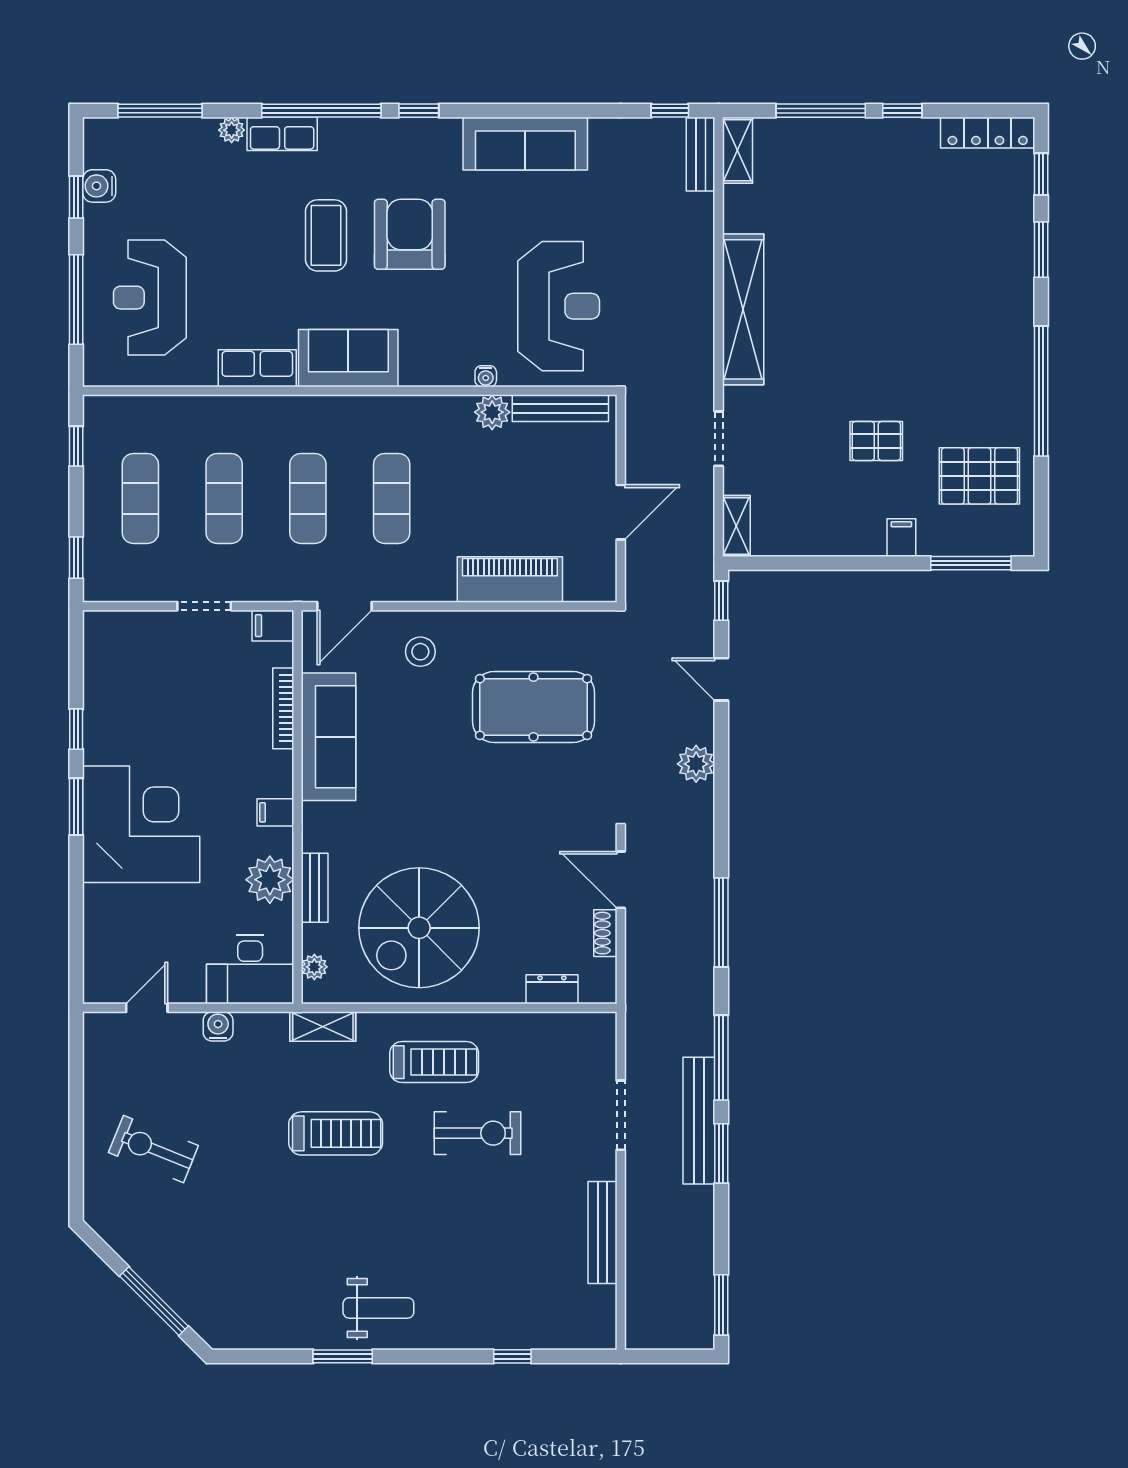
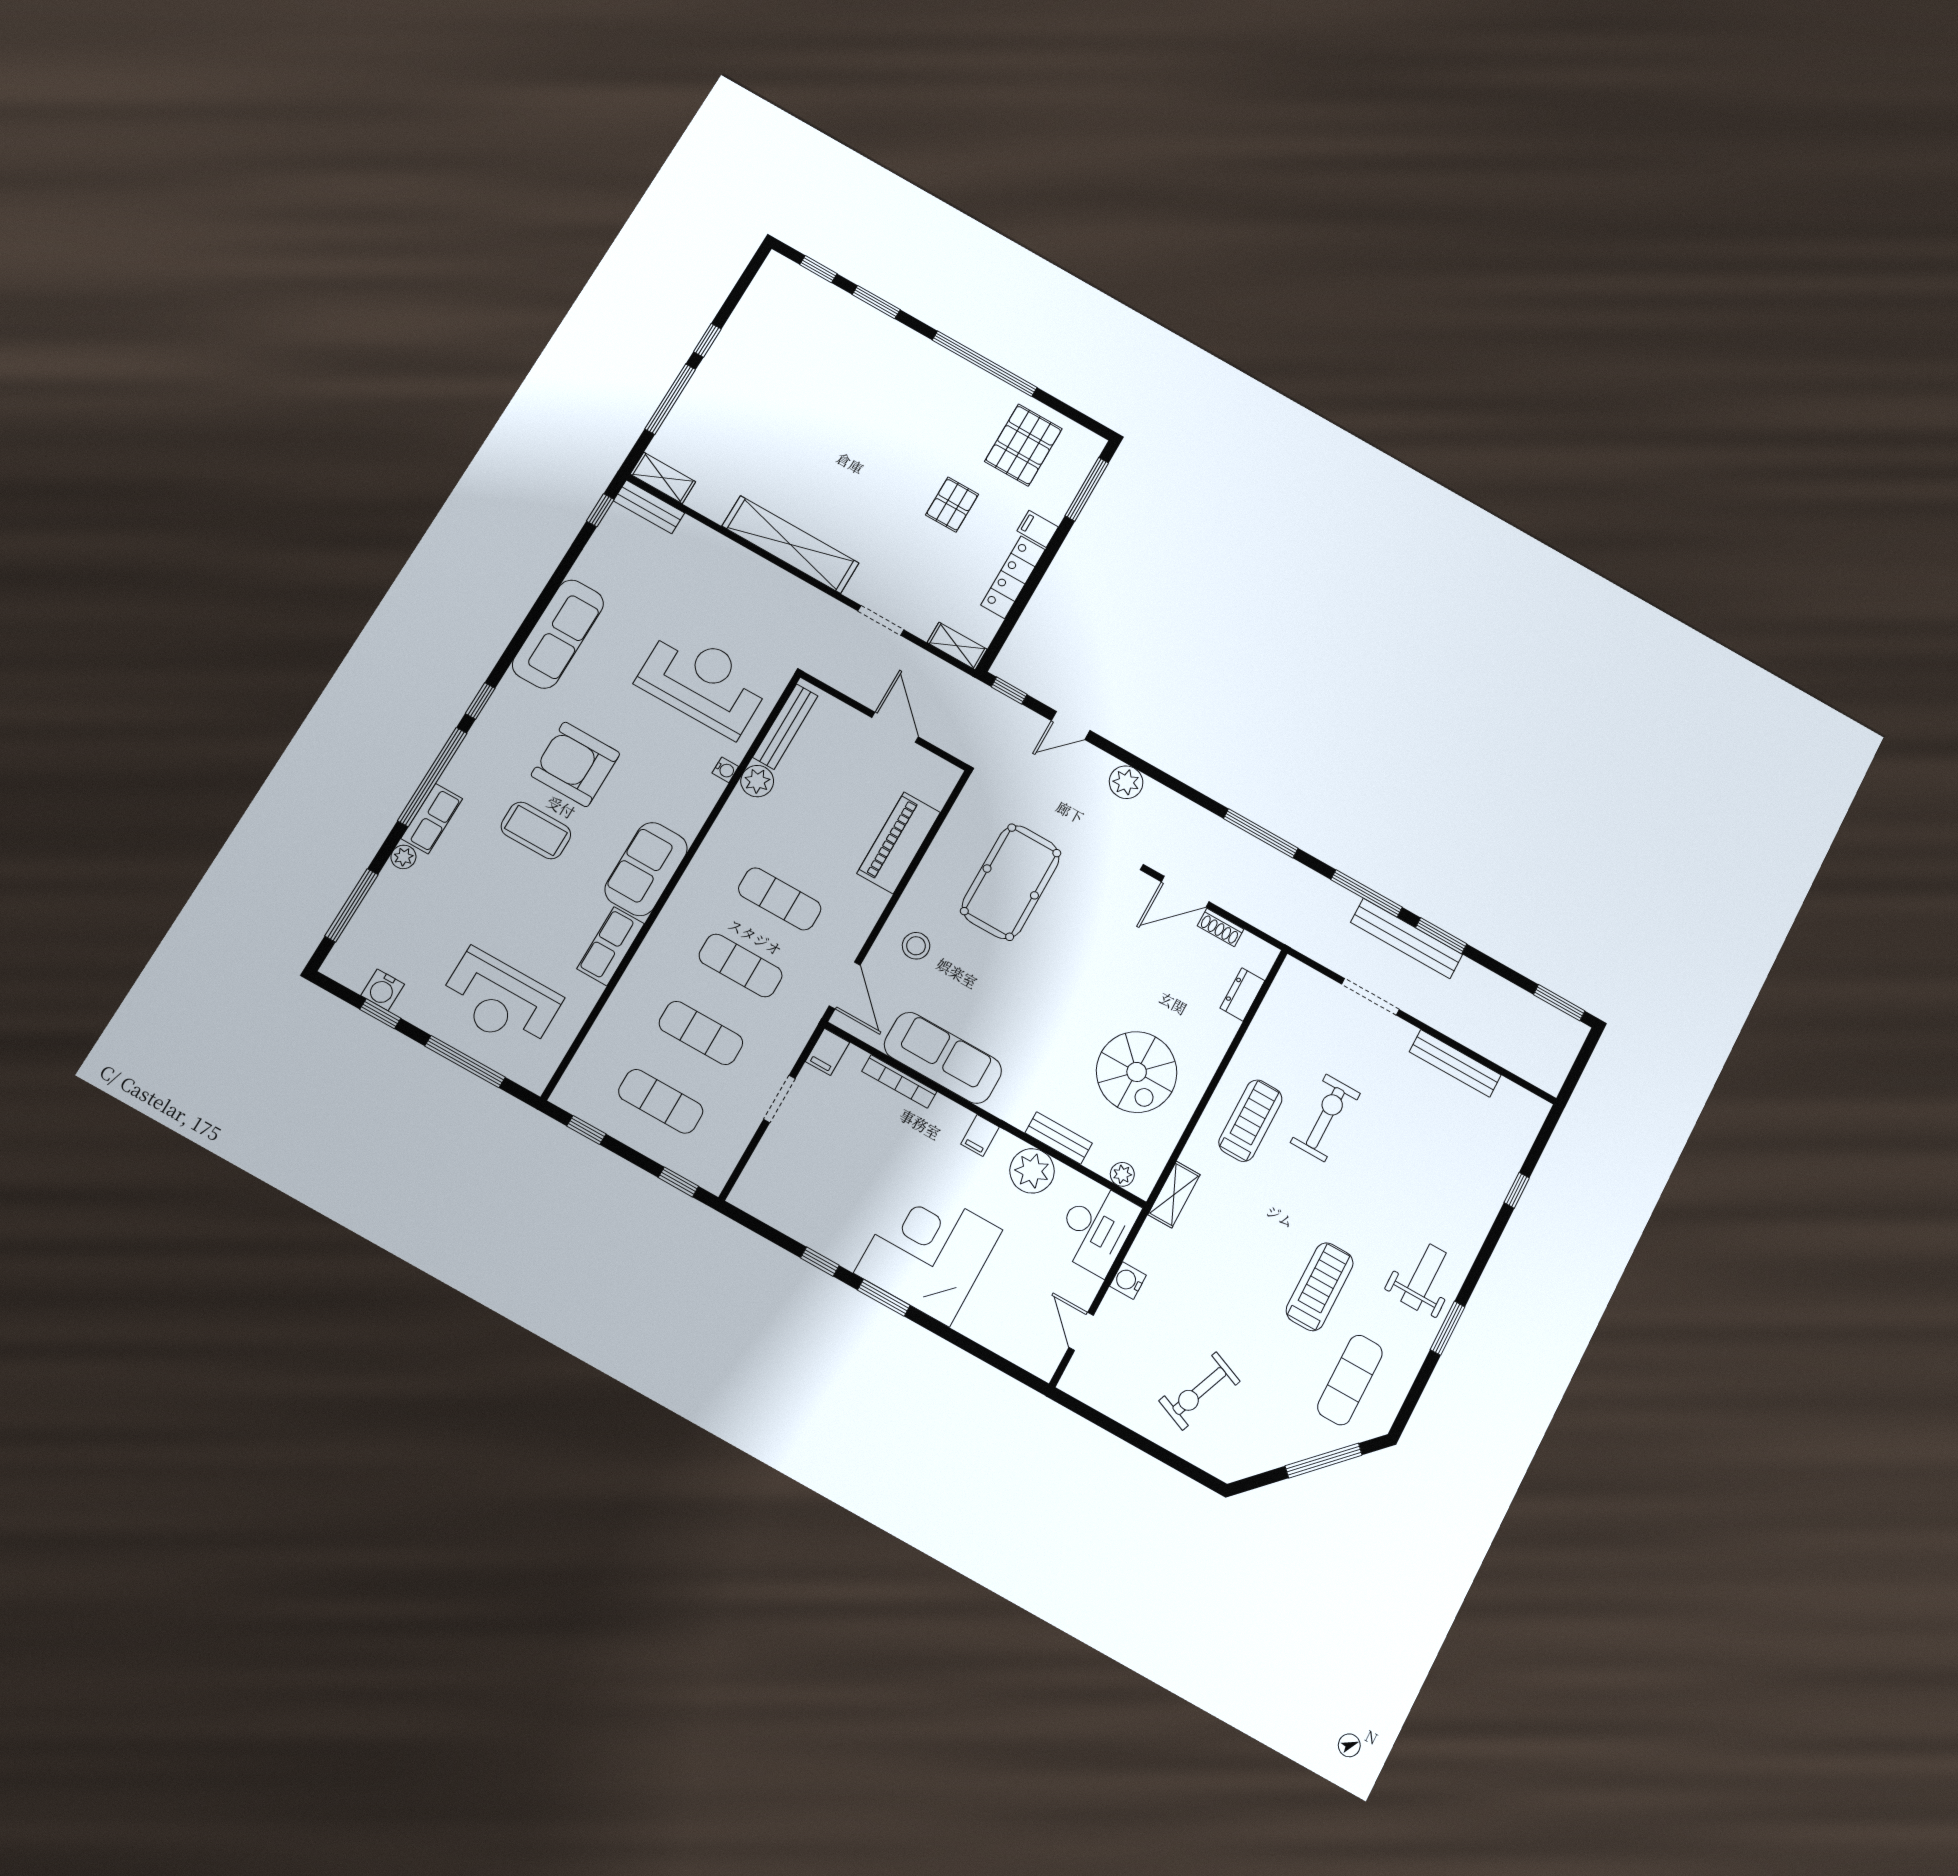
locker: (988, 133) -> (1013, 577), moved, turned 180
spiral stairs: (419, 928) -> (1137, 1072), width x0.73, depth x0.73
treadmill: (336, 1133) -> (1320, 1287), moved
exercise mat: (242, 1287) -> (1350, 1380), added

